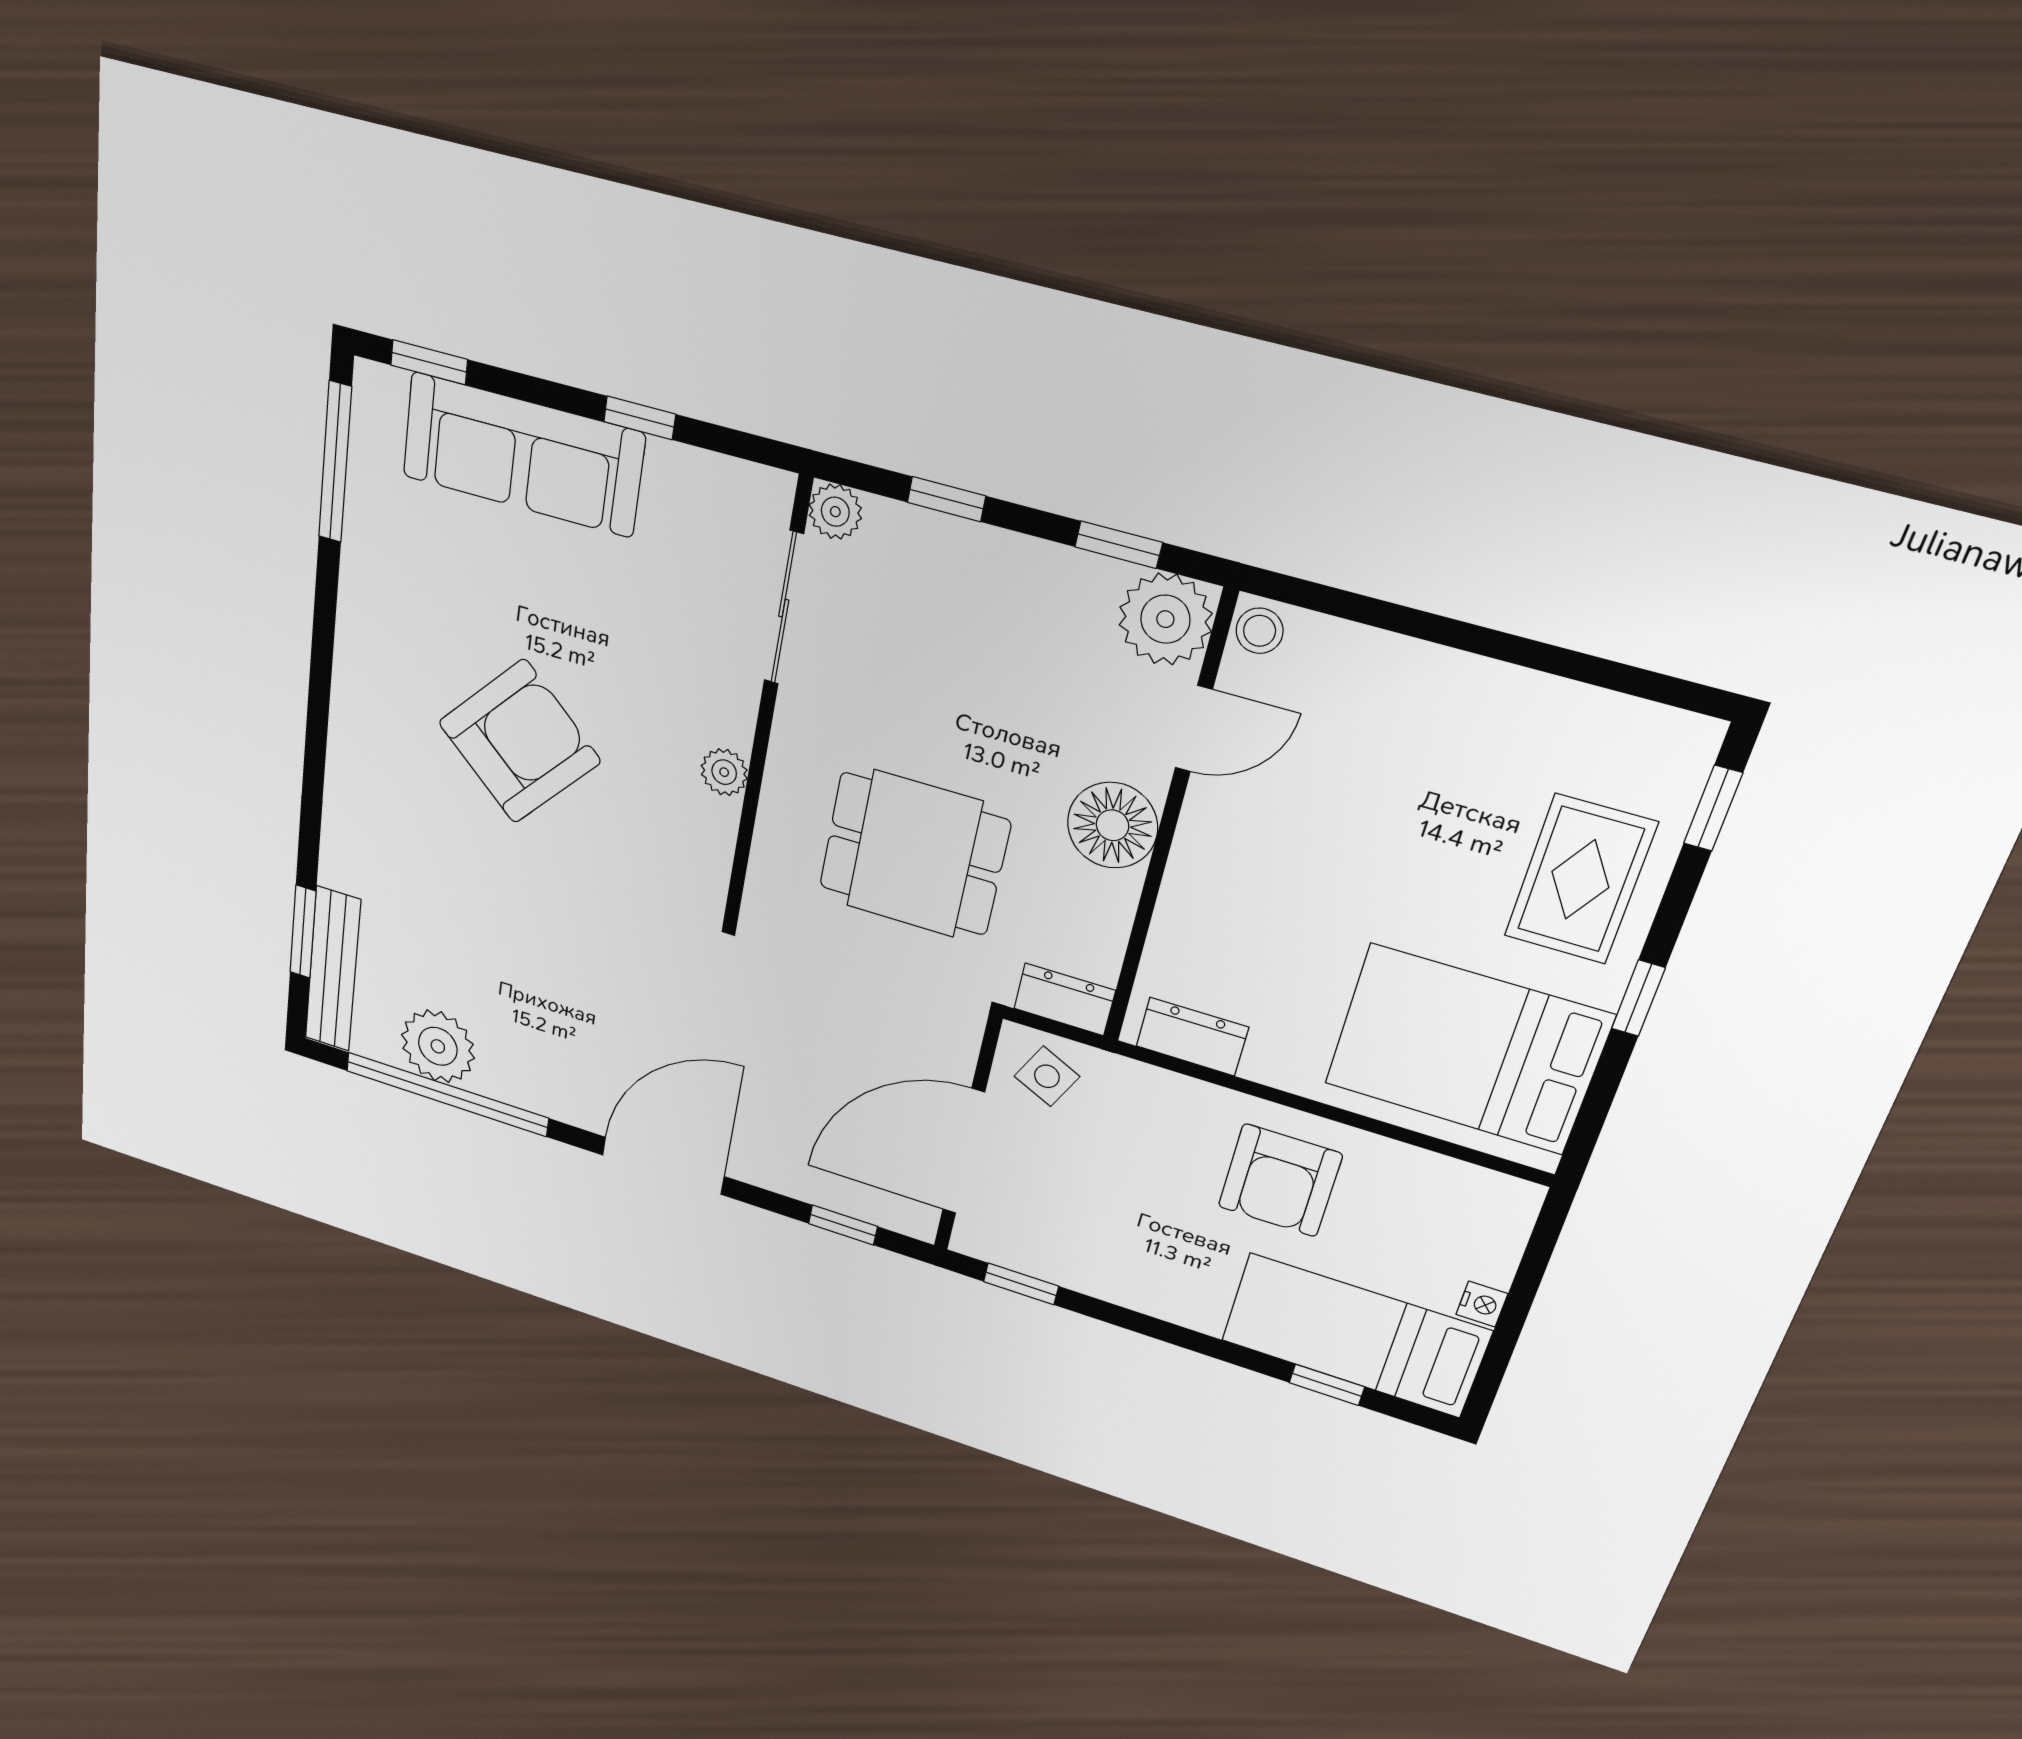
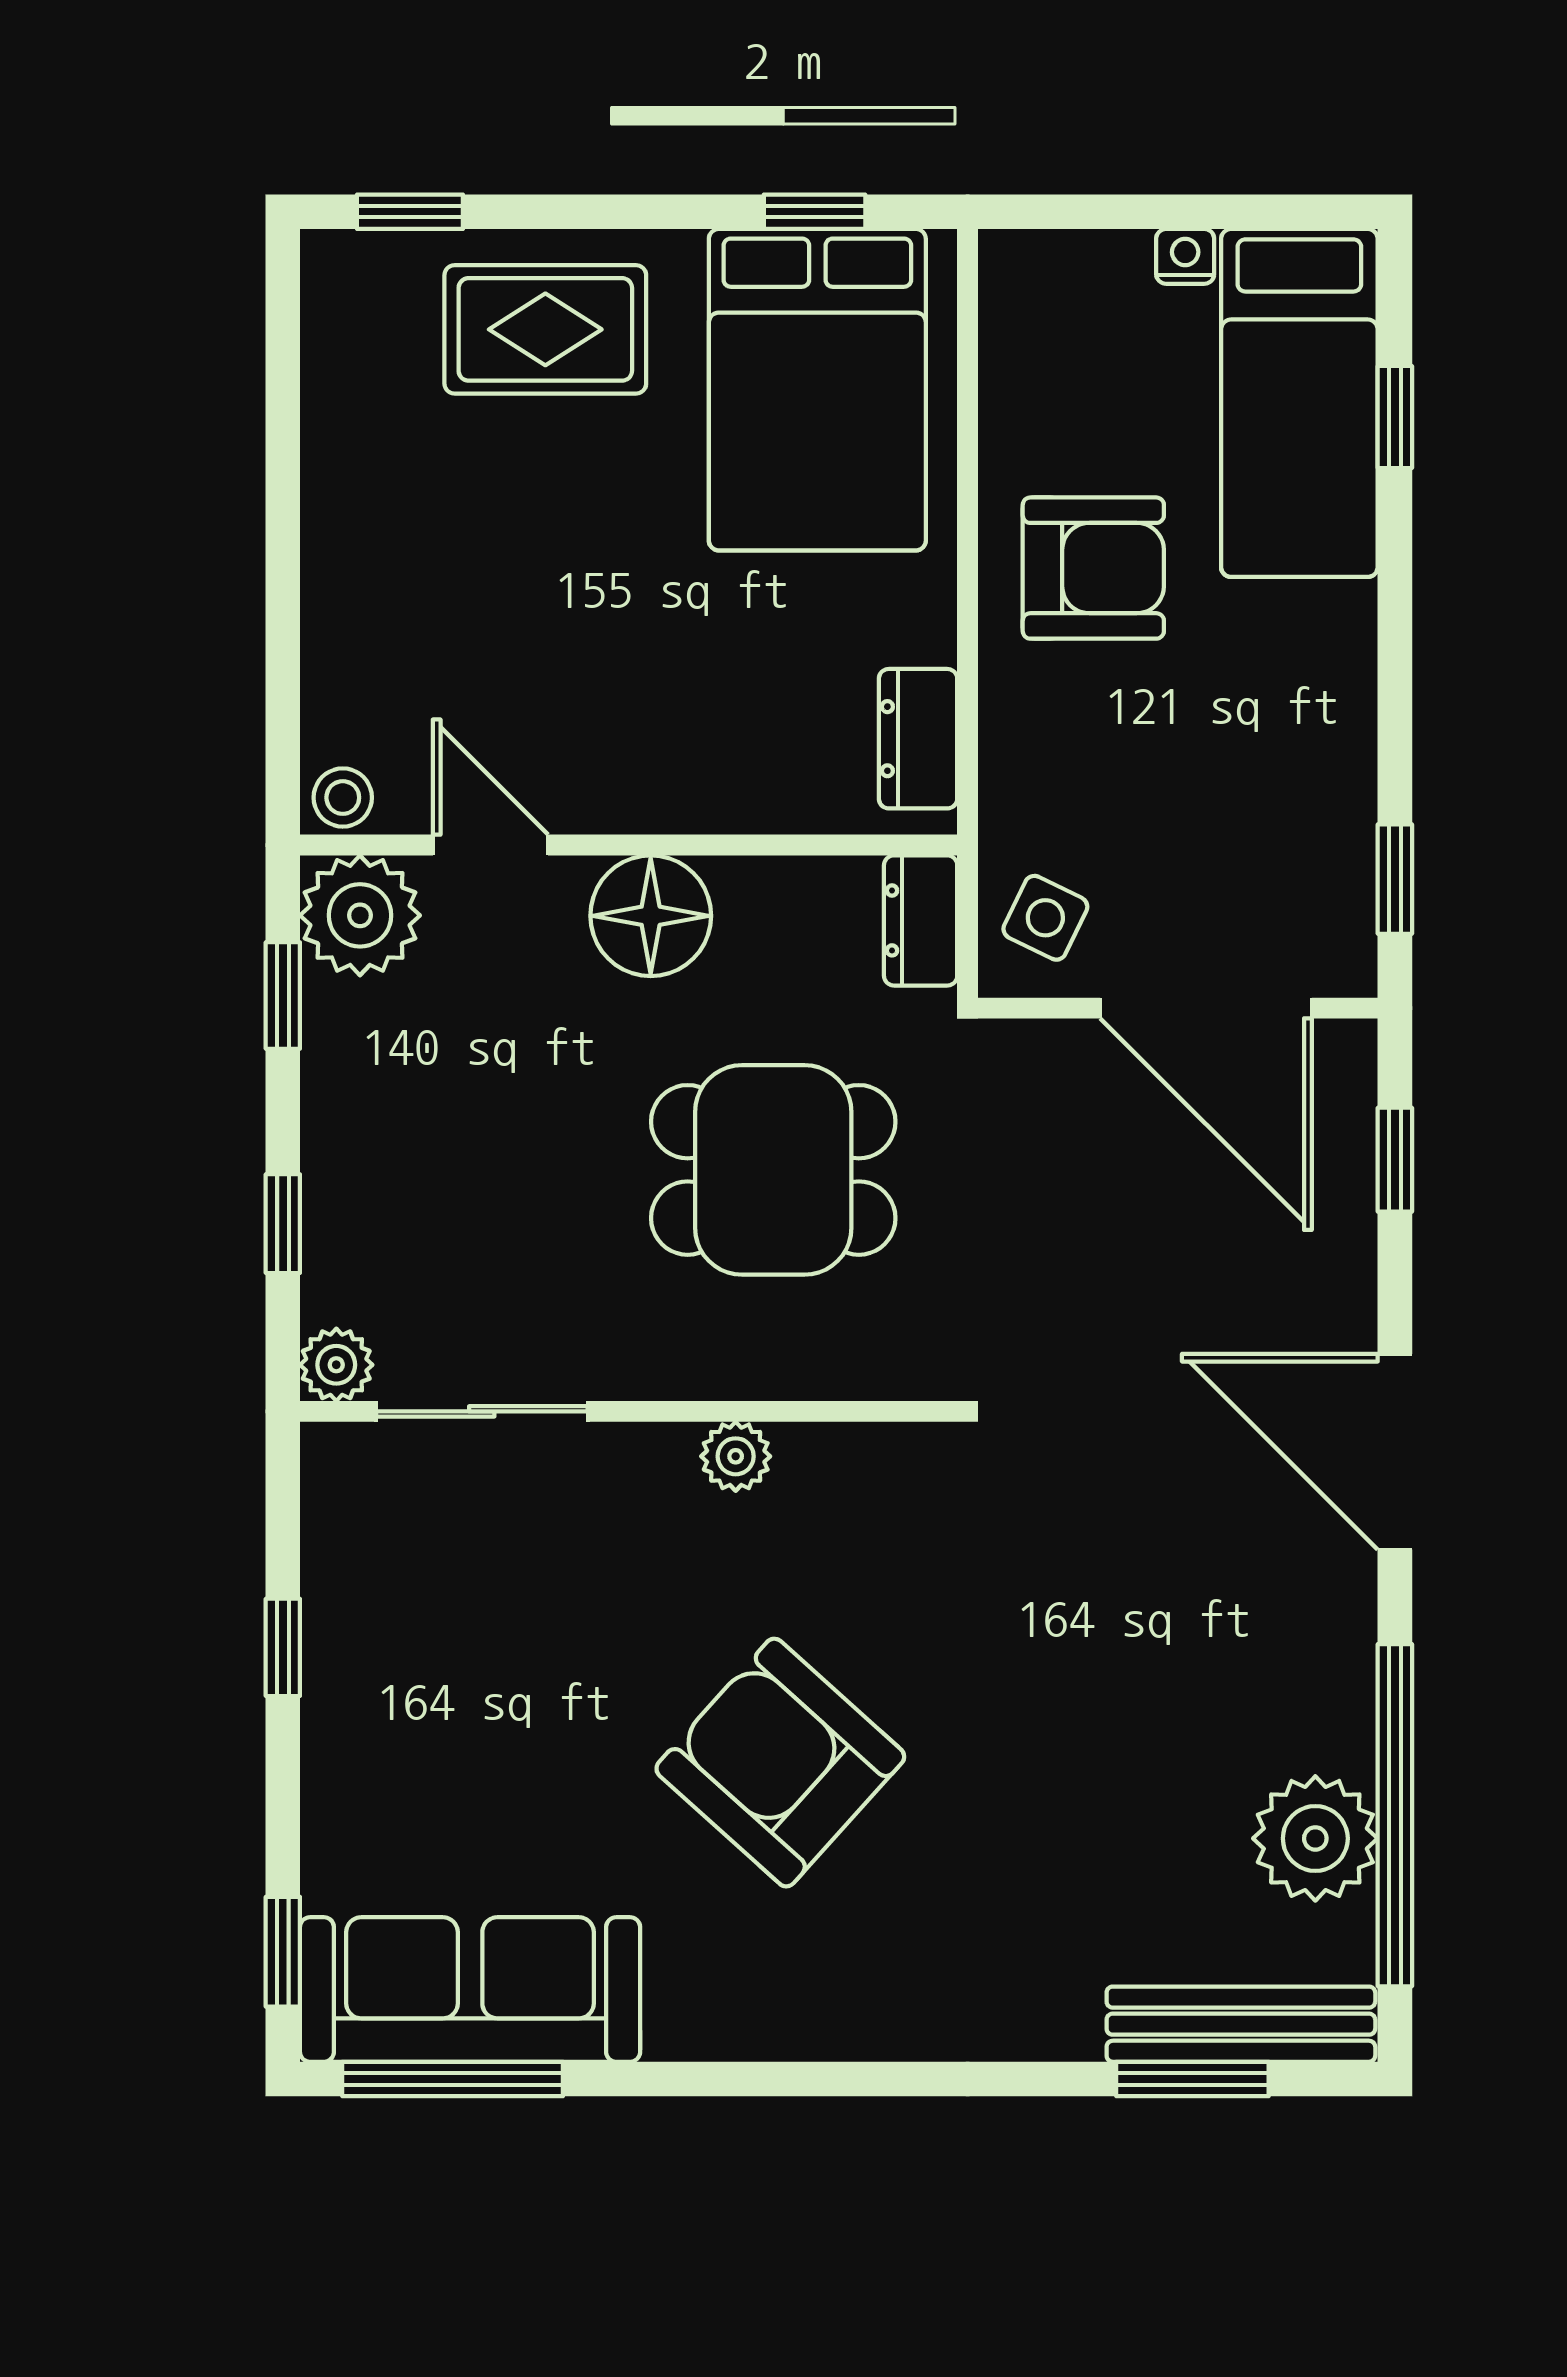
sofa: (522, 455) -> (470, 1990), moved, turned -90
dining table: (914, 854) -> (773, 1170), turned 90
window: (1638, 998) -> (815, 212), moved

